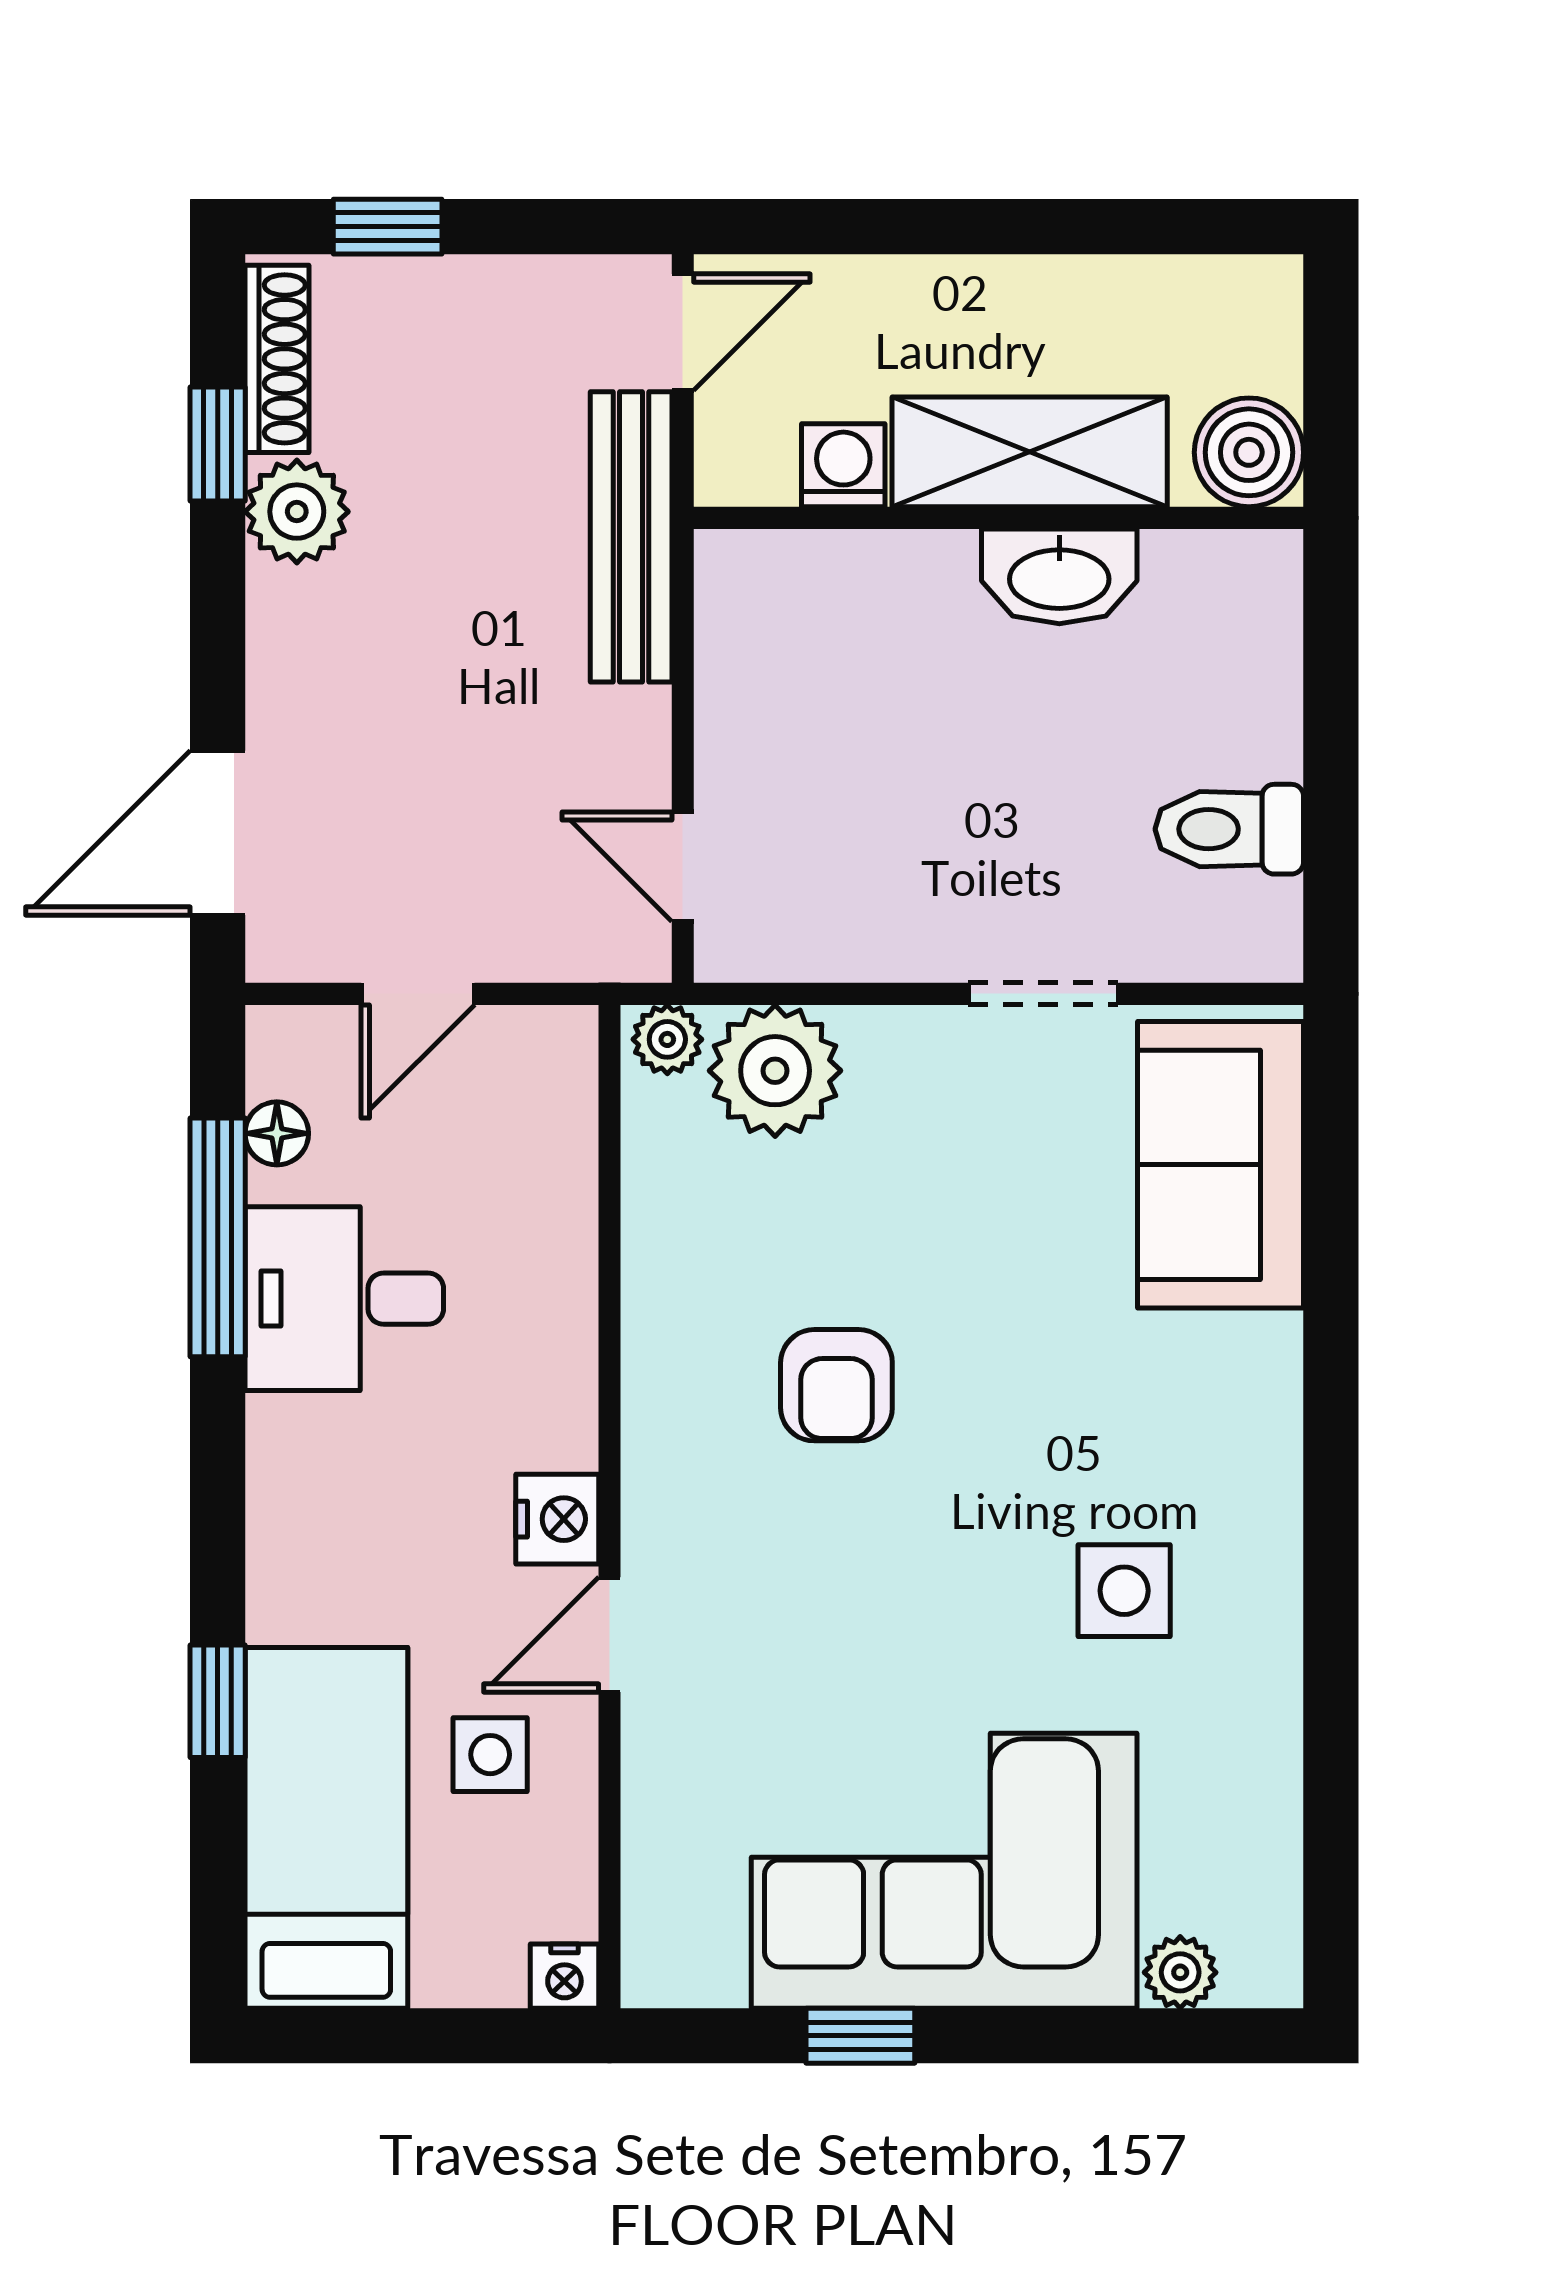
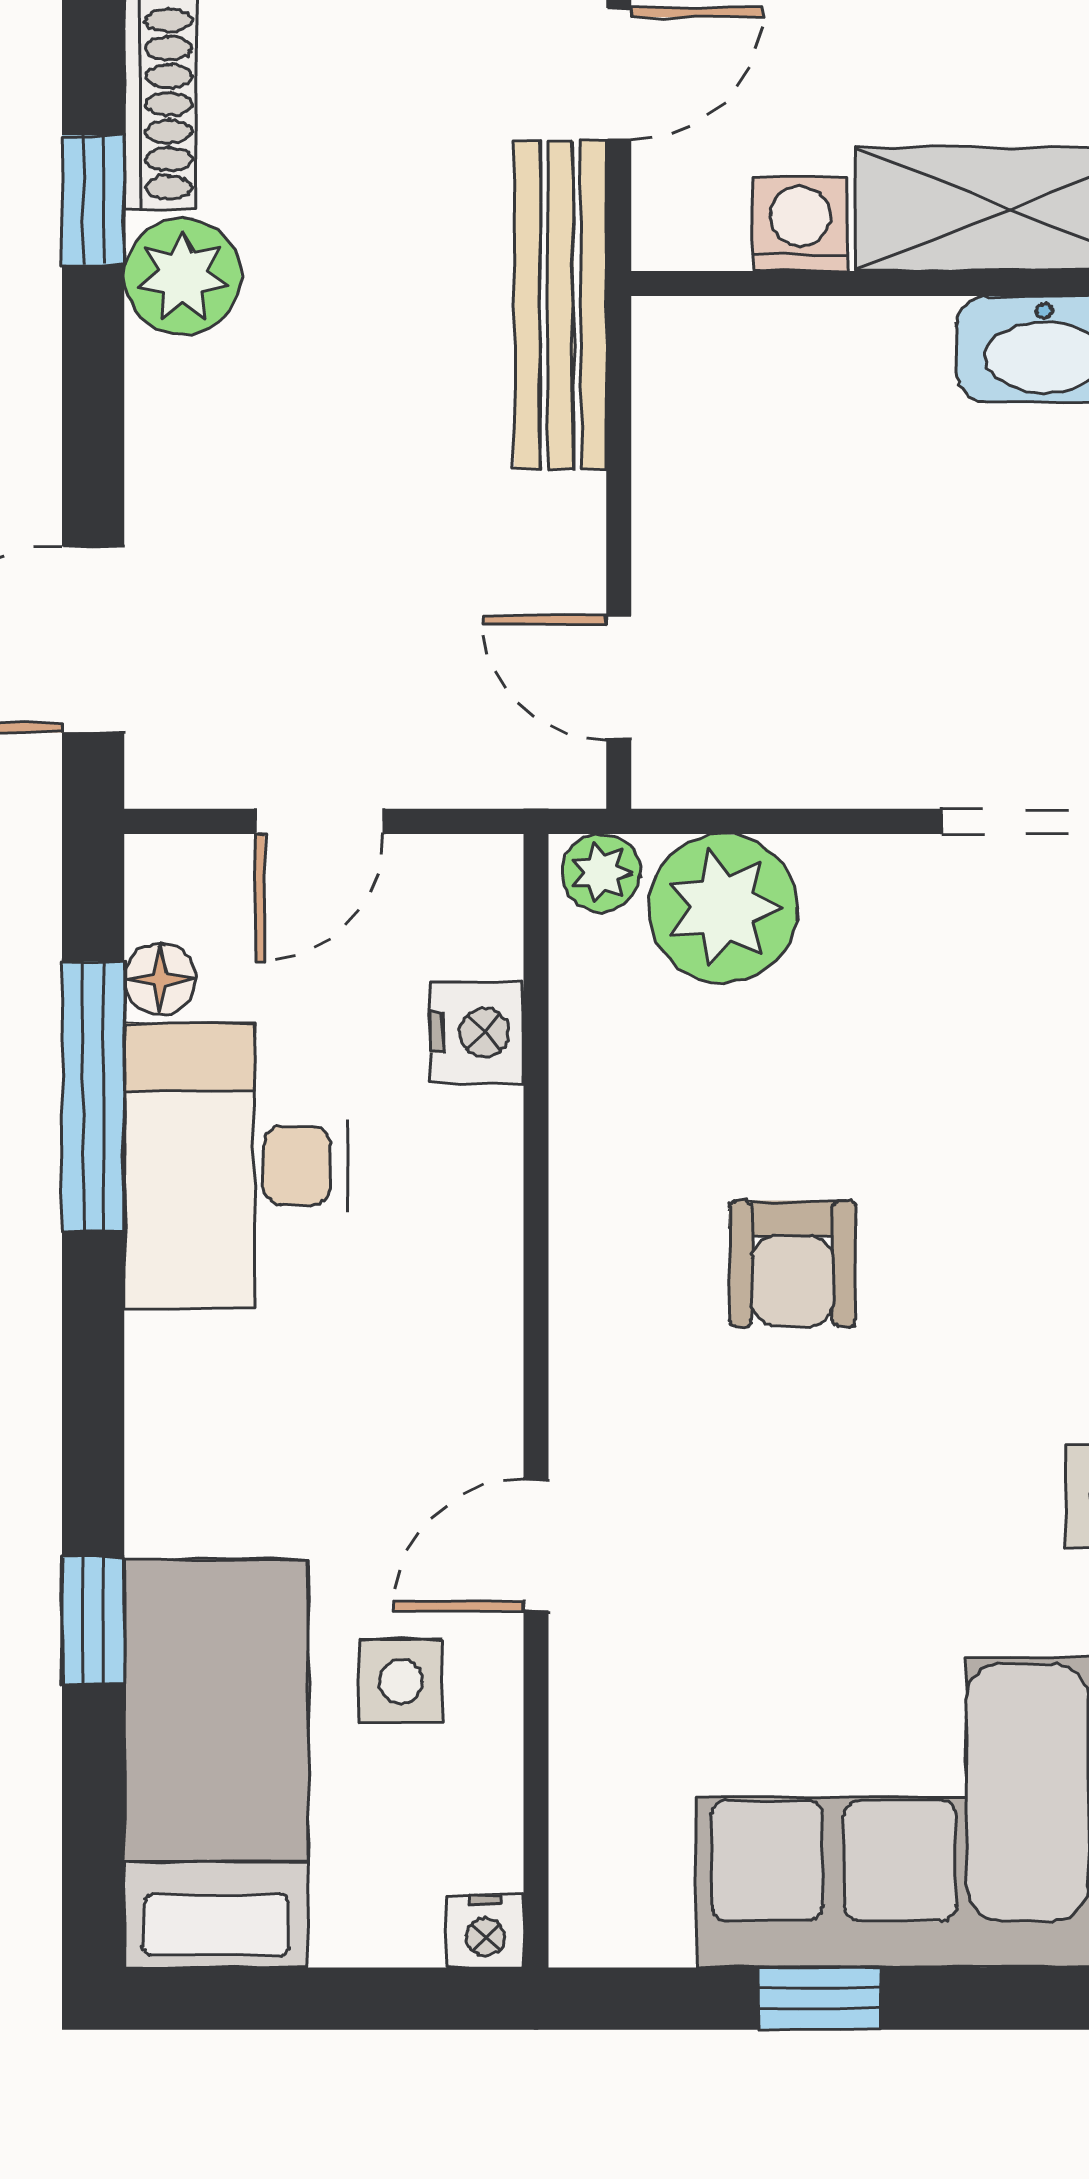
desk: (344, 1299) -> (236, 1166), width x1.37
nightstand: (557, 1519) -> (477, 1032), moved

